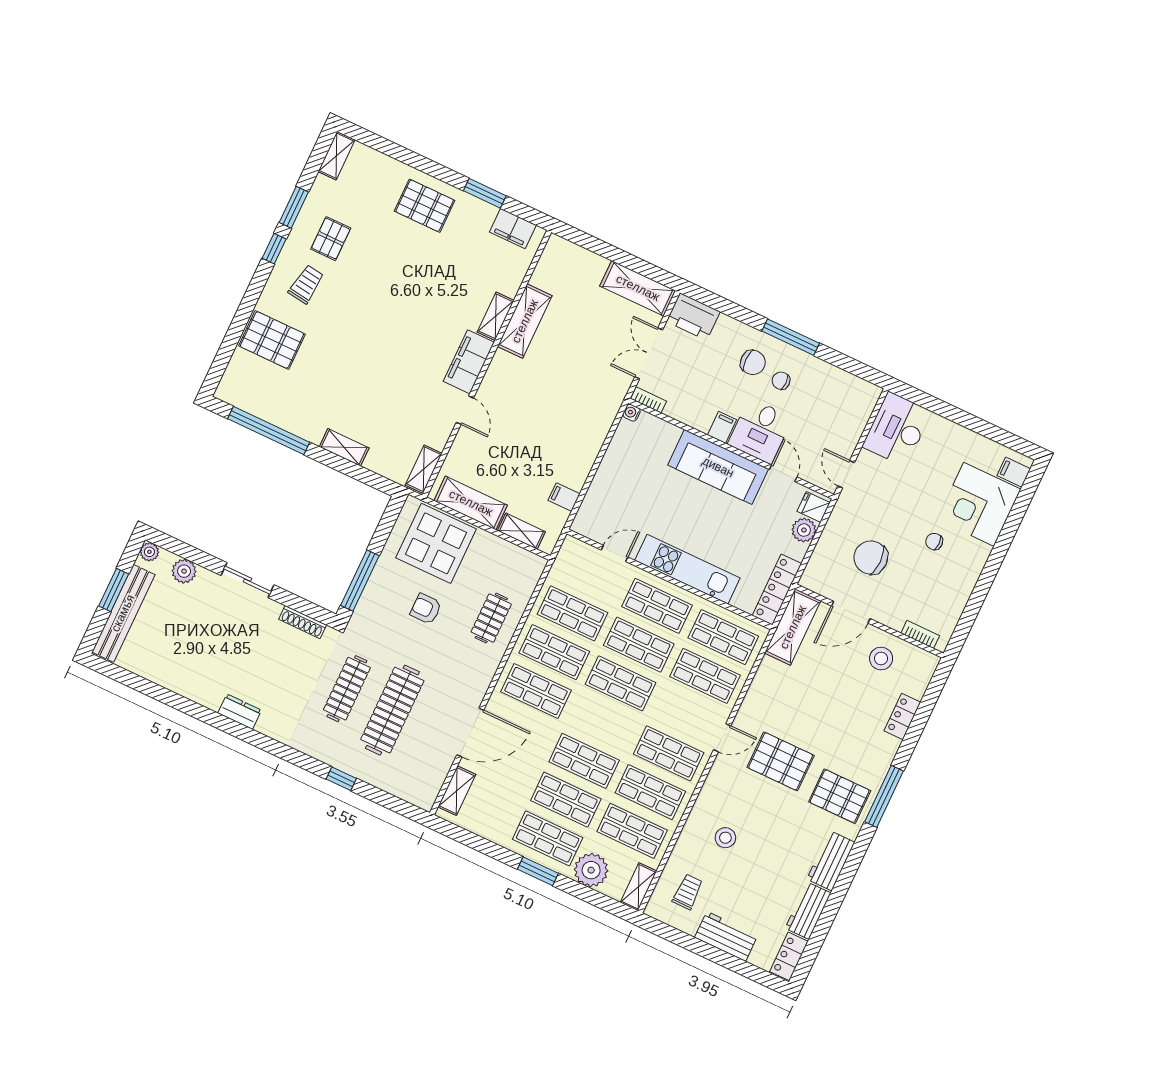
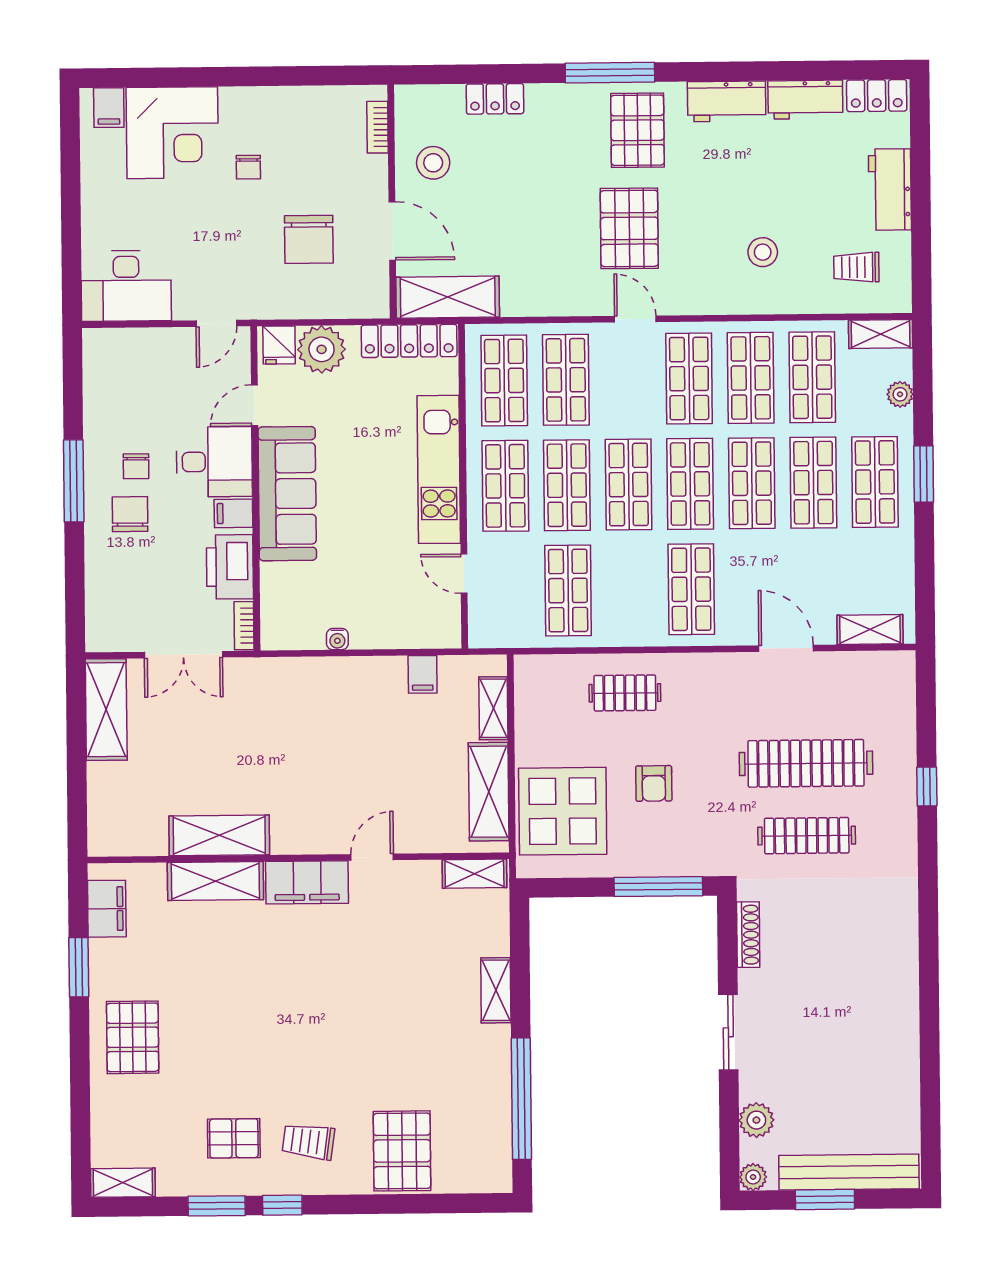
shelving: (496, 316) -> (215, 881), width x1.50, depth x1.33
printer: (693, 317) -> (230, 567), moved, turned 180
water cooler: (632, 413) -> (337, 639), moved
plant: (804, 530) -> (322, 349), width x1.36, depth x1.36
shop shelf: (554, 652) -> (690, 484), moved
dresser: (240, 712) -> (903, 960), removed
door: (470, 732) -> (786, 648), width x0.73
plant: (591, 870) -> (900, 394), width x0.53, depth x0.53

